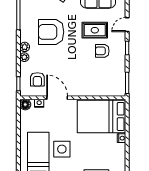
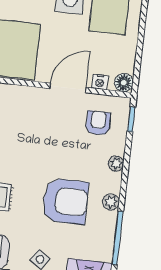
plant: (25, 47) -> (111, 202), moved
door: (57, 98) -> (68, 88), swing flipped

